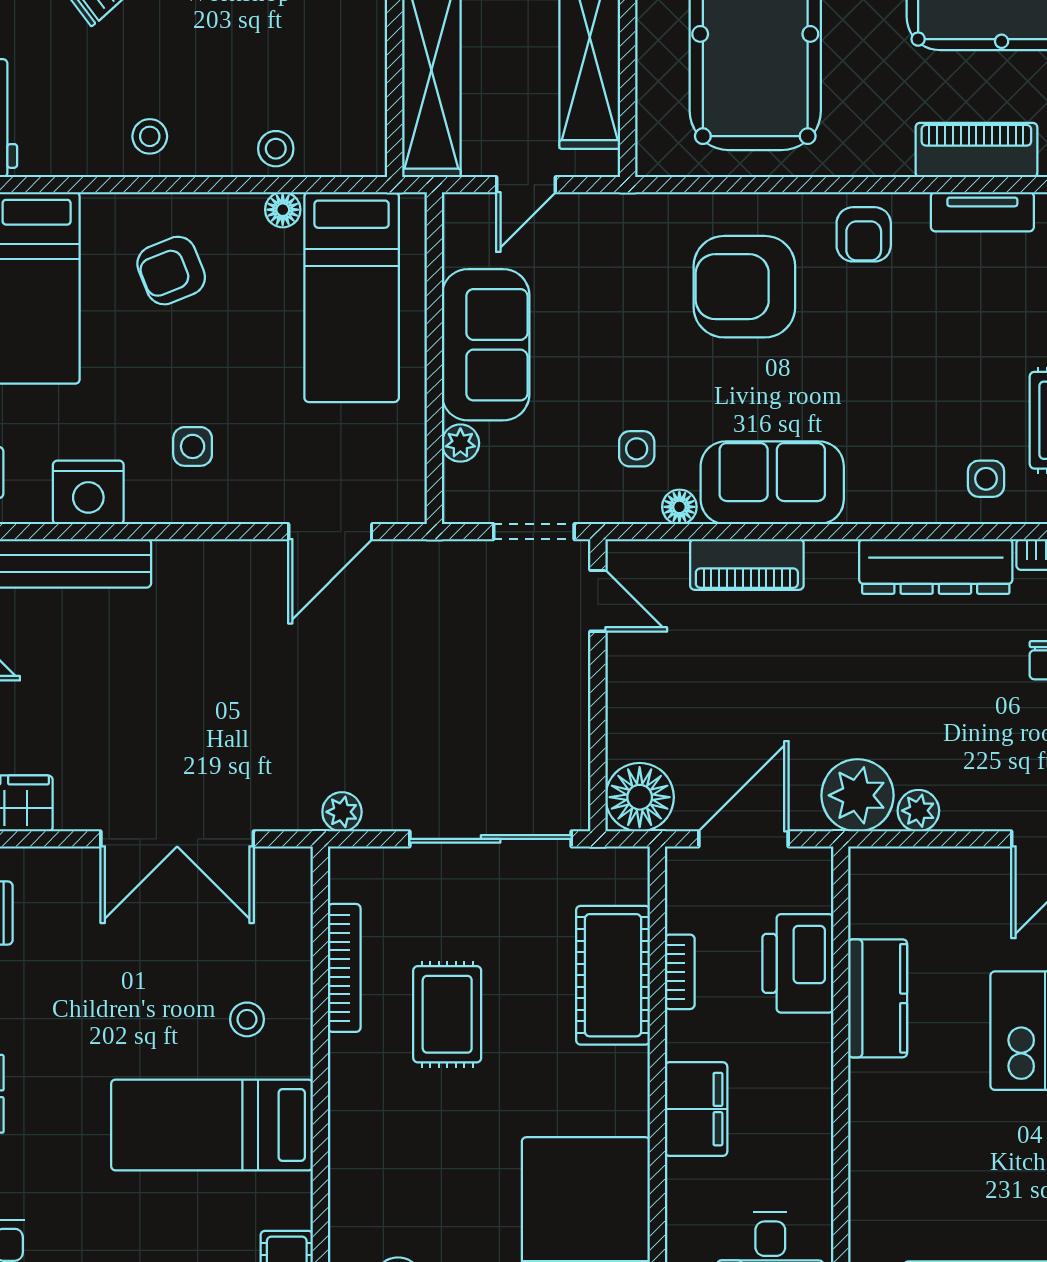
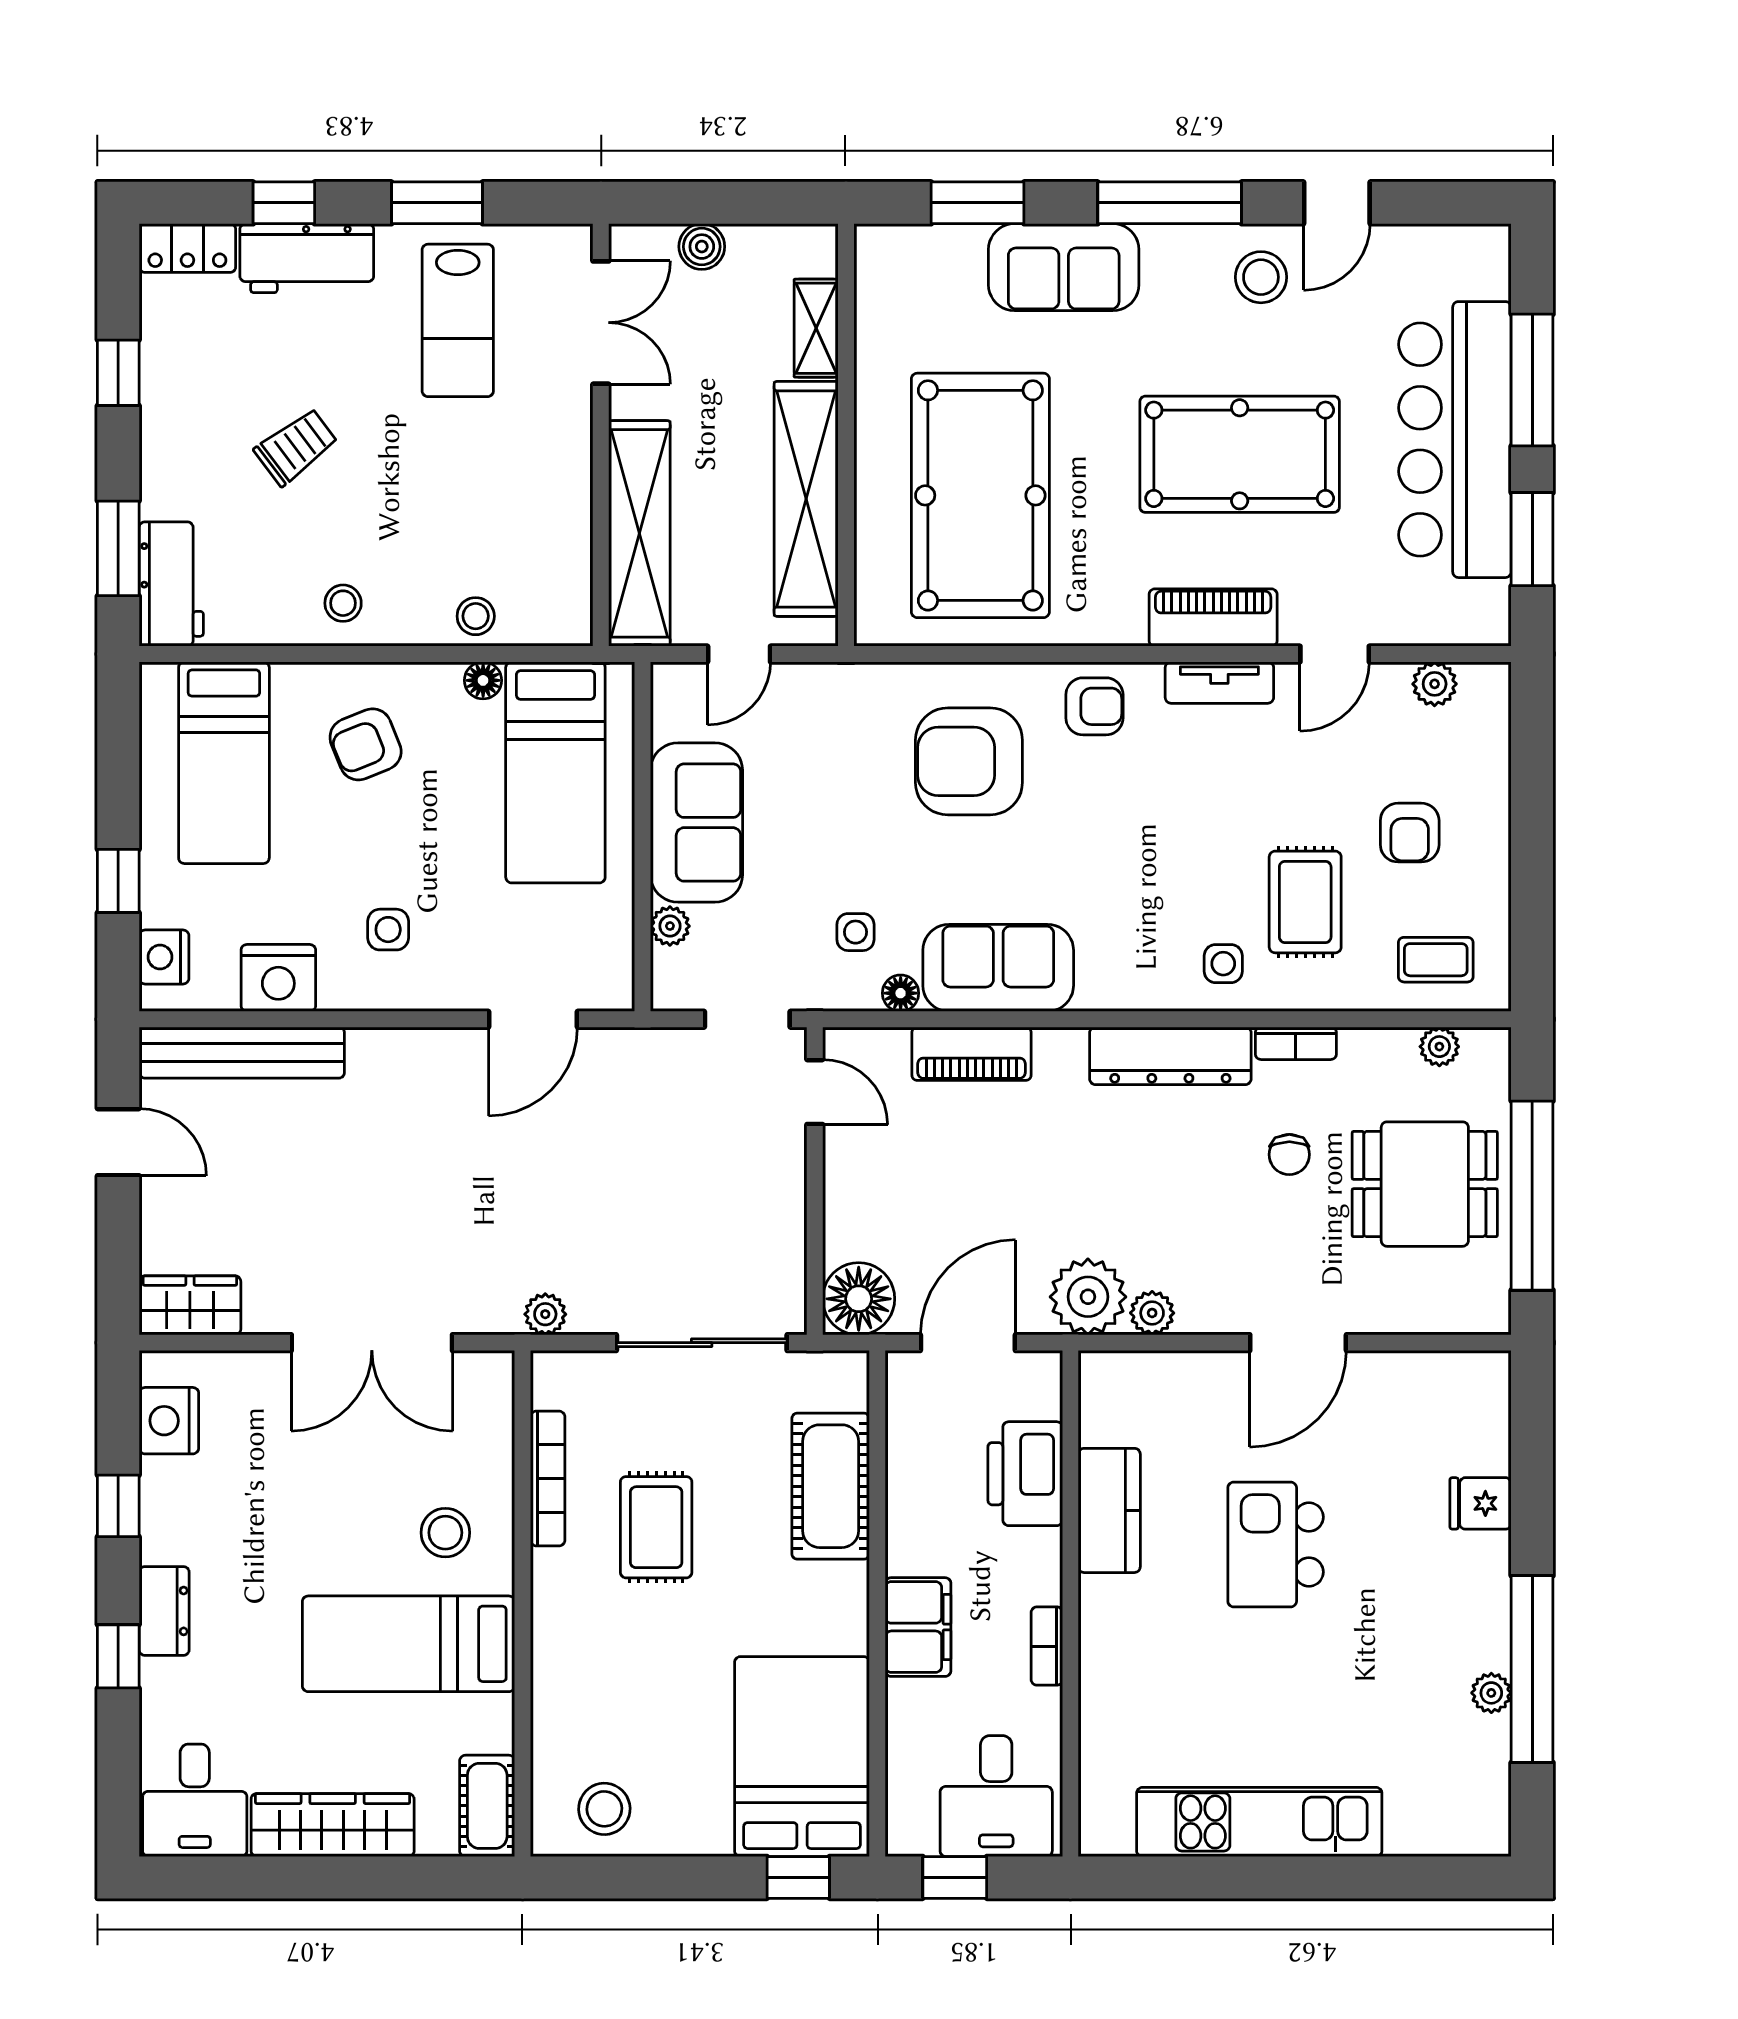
armchair: (864, 234) -> (1094, 706), turned -90
bookcase: (680, 972) -> (1047, 1646), moved, turned 180
stool: (247, 1019) -> (445, 1533), width x1.37, depth x1.37

